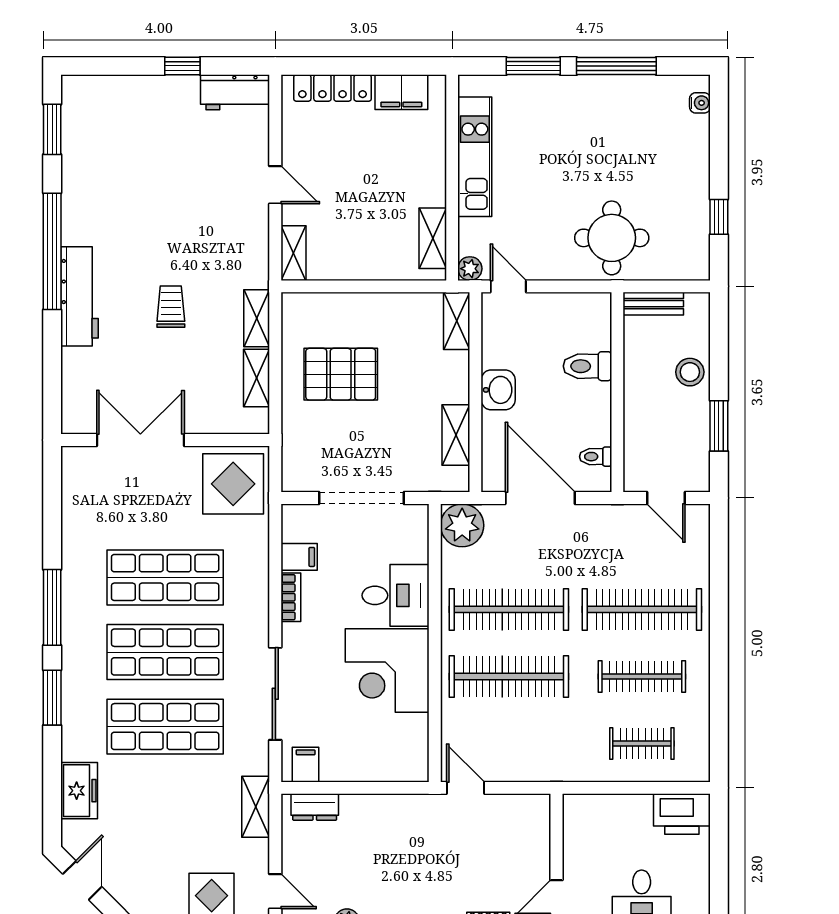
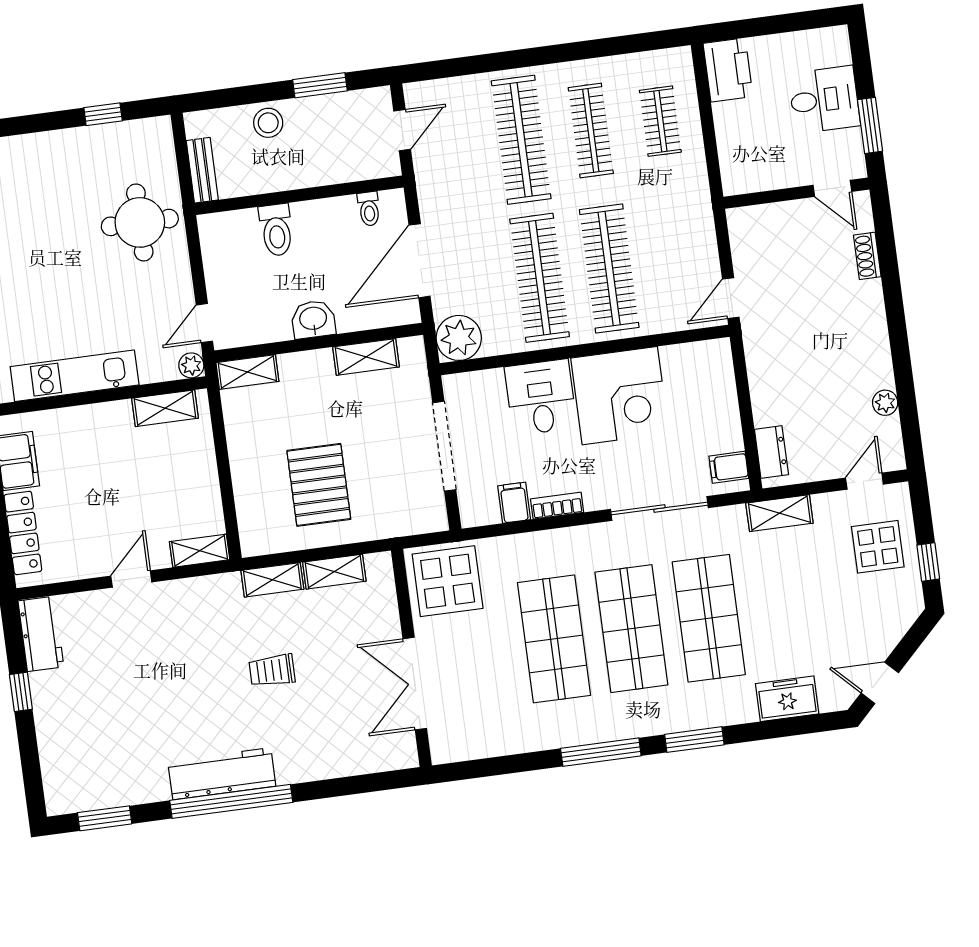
workbench: (79, 296) -> (222, 774), moved

